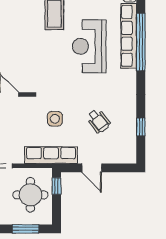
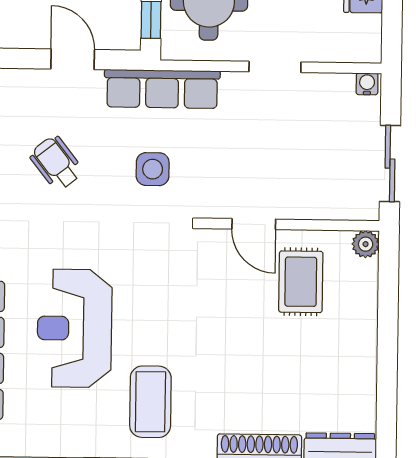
reception desk: (89, 46) -> (75, 328), turned 180

